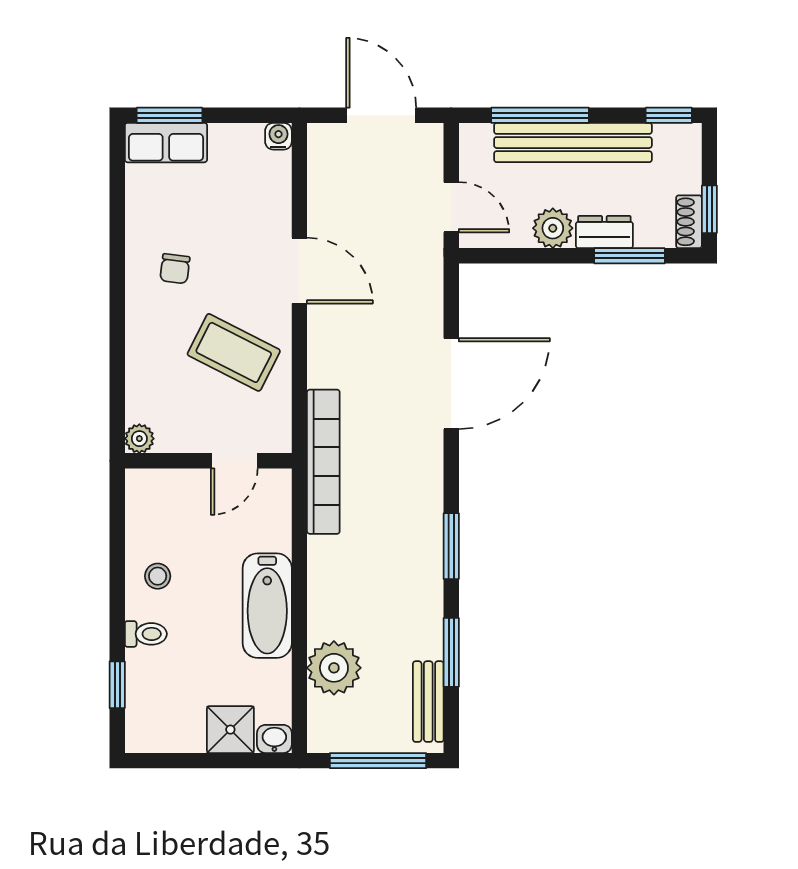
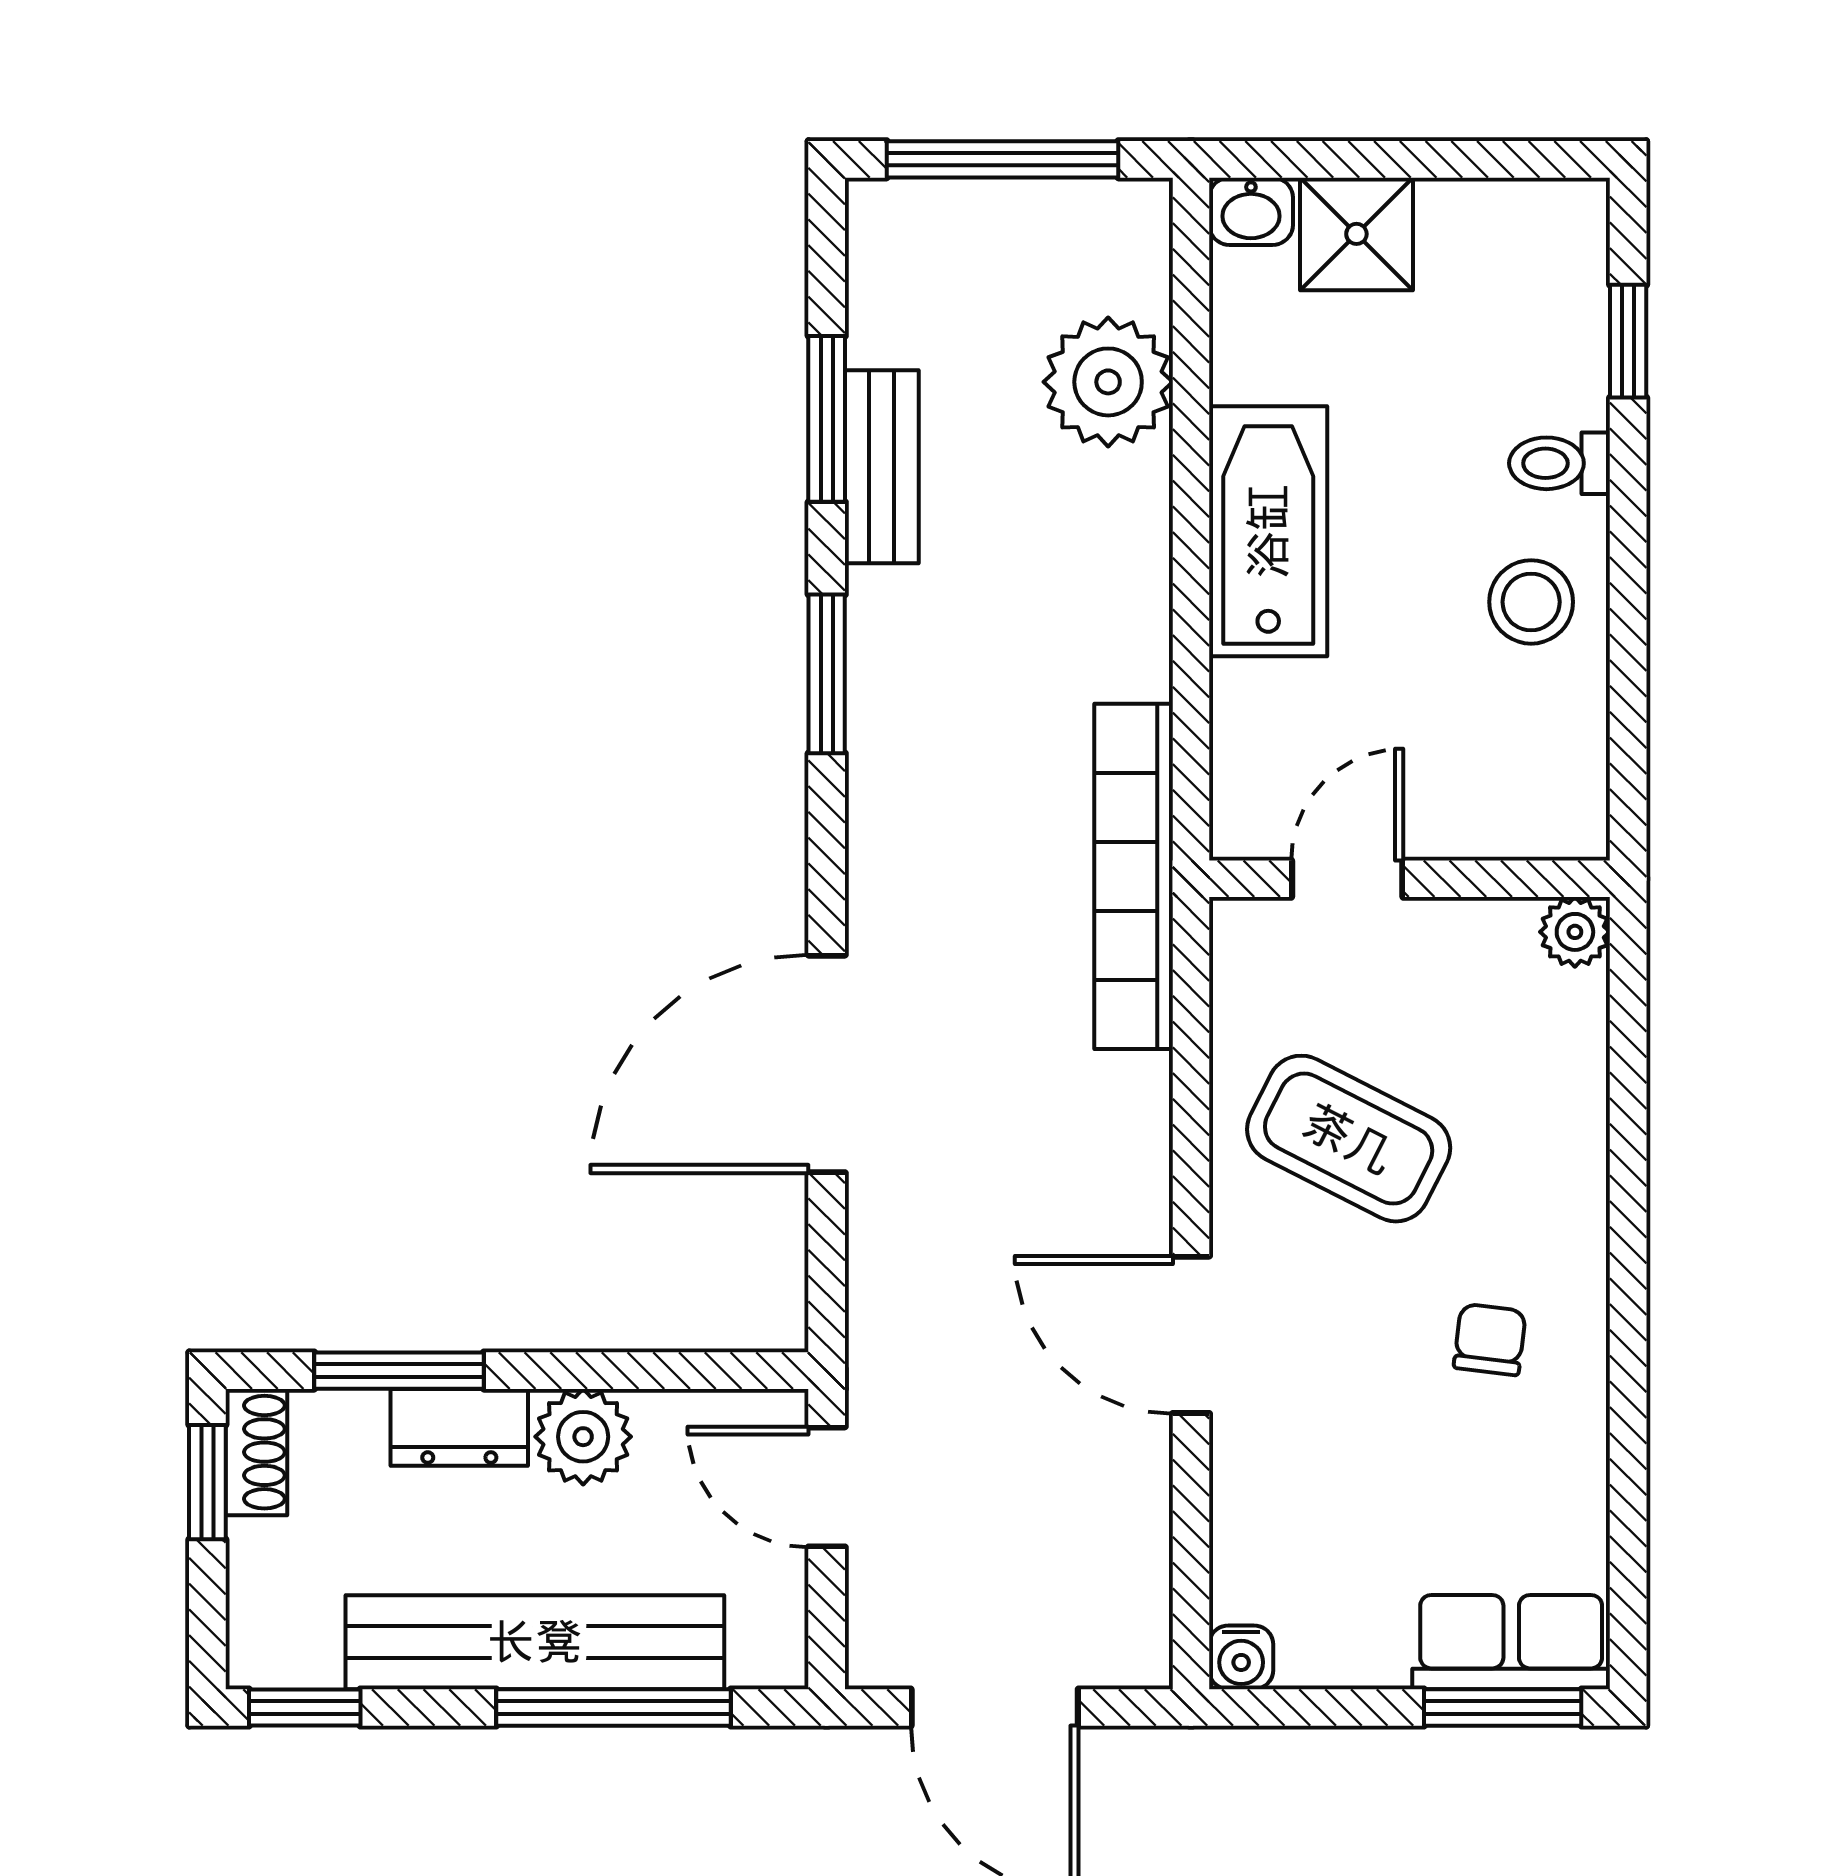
stool: (158, 576) -> (1531, 602), width x1.37, depth x1.37
bench: (428, 702) -> (882, 467), moved

